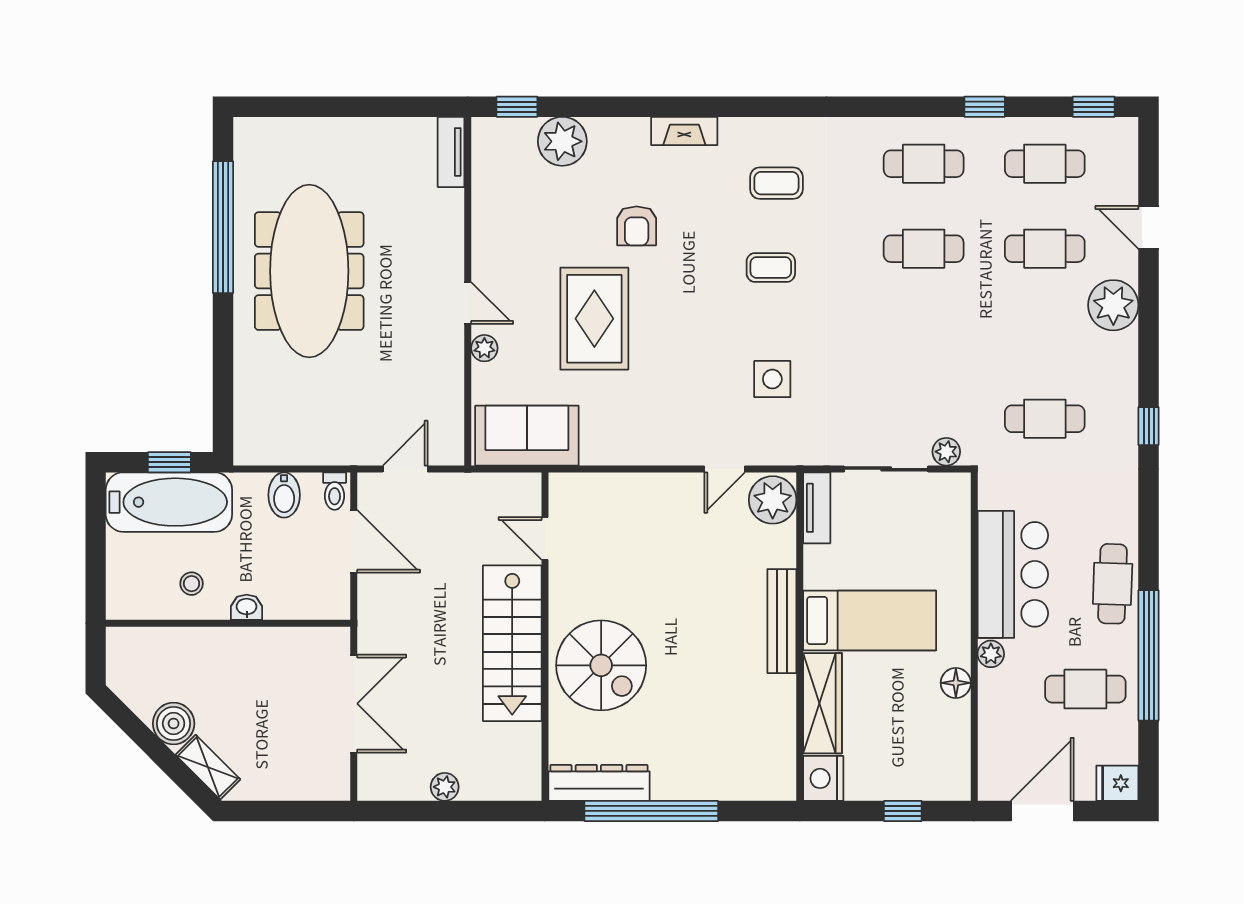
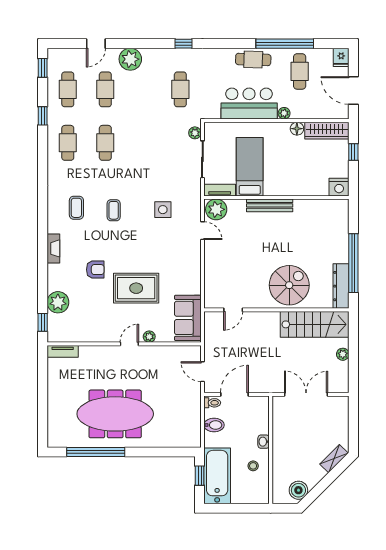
bed: (870, 620) -> (250, 167), moved
stairs: (512, 643) -> (315, 324), moved
wardrobe: (823, 703) -> (327, 131), moved, turned 180
boiler: (174, 723) -> (298, 490), moved

